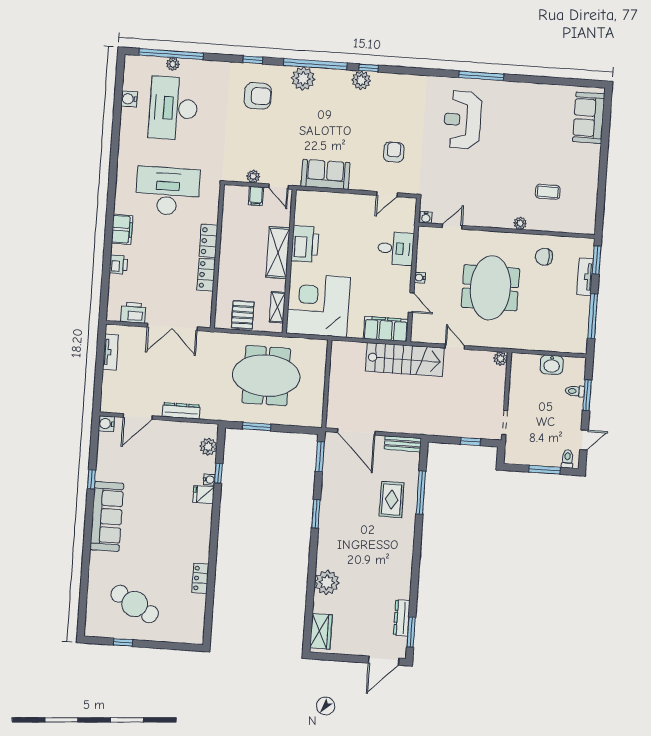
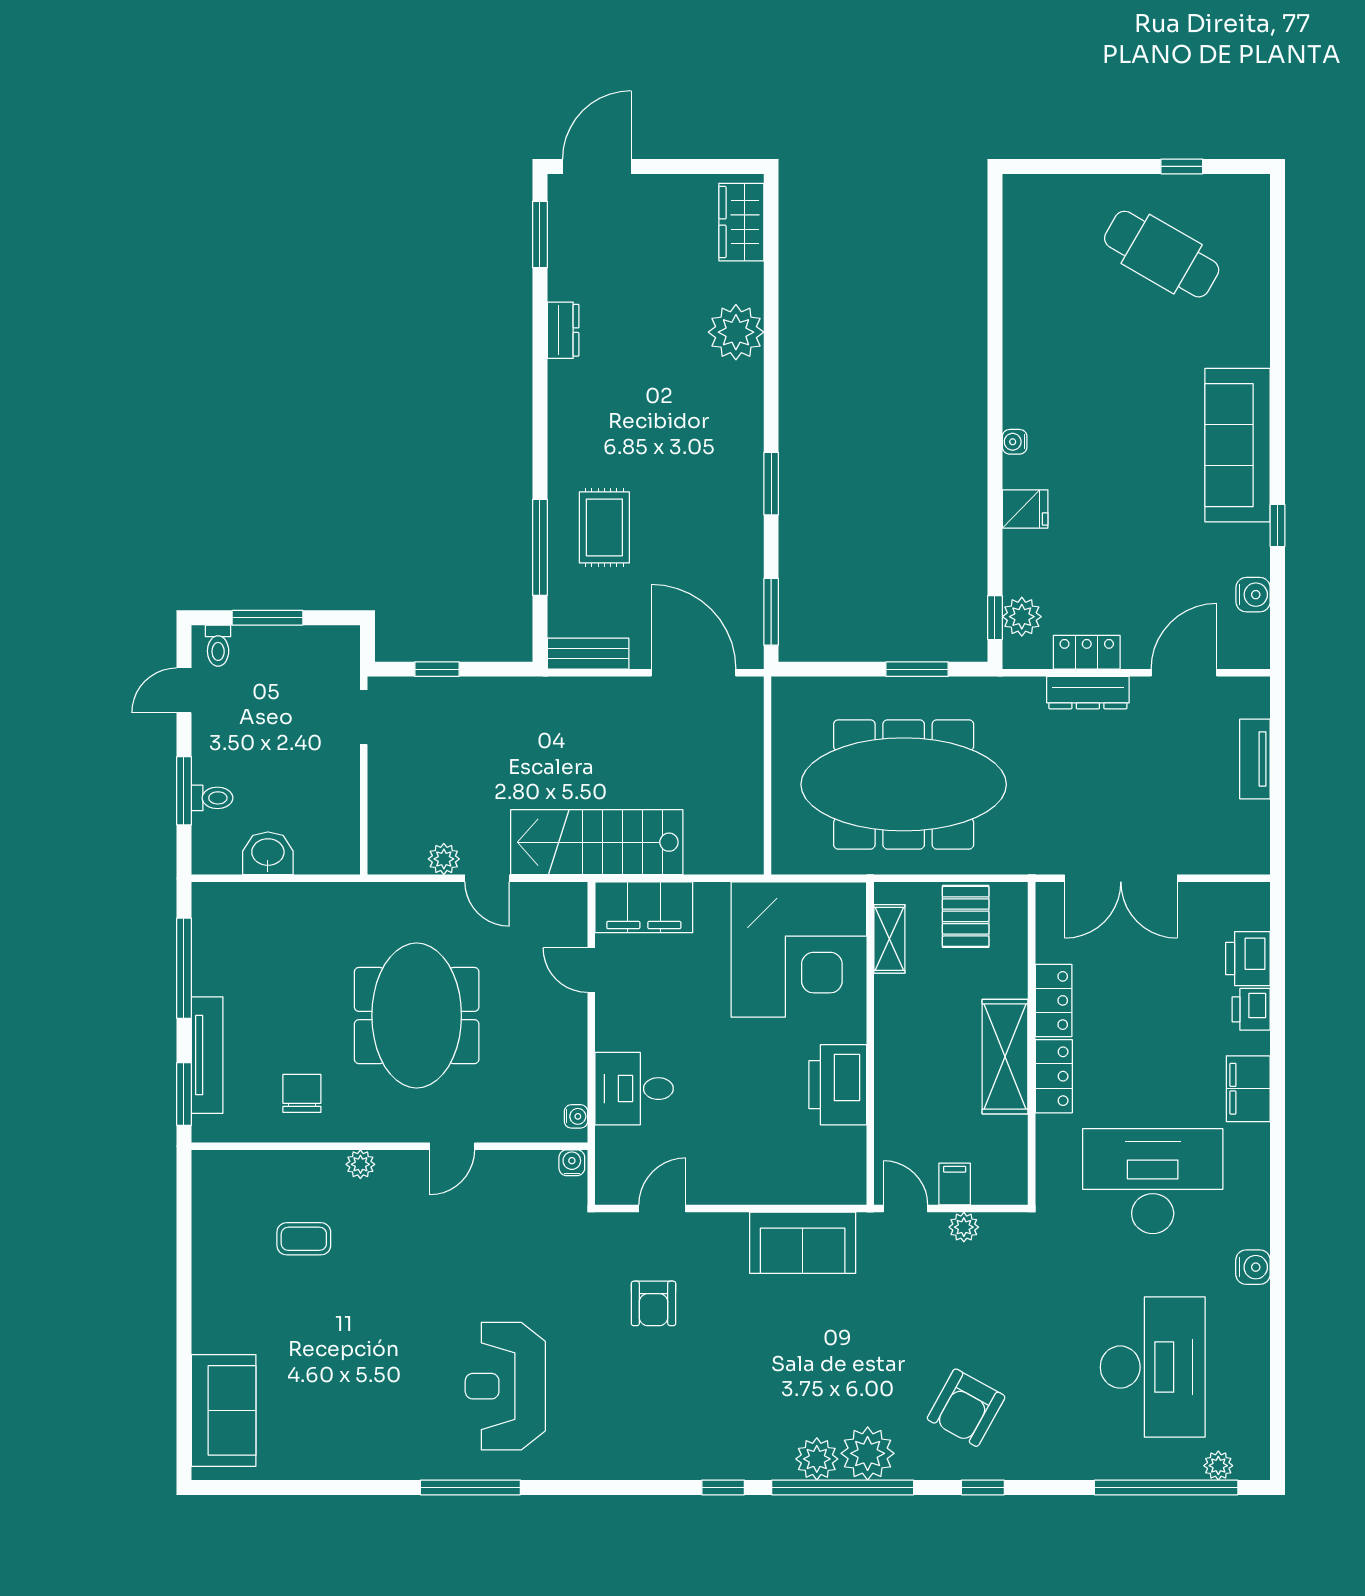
plant: (173, 64) -> (1218, 1466), moved
plant: (361, 80) -> (817, 1459), moved
armchair: (258, 96) -> (966, 1408), turned -61
water cooler: (129, 99) -> (1253, 1267), moved
reception desk: (462, 120) -> (505, 1386), turned 180
desk: (168, 191) -> (1153, 1181), turned 180
door: (452, 227) -> (452, 1146), moved
shelving: (278, 253) -> (1005, 1057), moved
chair: (544, 257) -> (302, 1093), turned -90
tv unit: (585, 277) -> (207, 1055), width x1.41
water cooler: (420, 278) -> (576, 1116), moved
printer: (133, 313) -> (1248, 959), moved, turned 90
double door: (172, 327) -> (1121, 878), swing flipped
tv unit: (110, 352) -> (1255, 759), moved
plant: (500, 359) -> (444, 859), moved
meeting table: (266, 376) -> (904, 784), width x1.36
water cooler: (106, 424) -> (1253, 595), moved
window: (218, 473) -> (995, 618), moved
water cooler: (209, 480) -> (1015, 442), moved
locker: (200, 578) -> (1087, 652), moved, turned -90
dresser: (402, 618) -> (563, 330), moved, width x0.70

